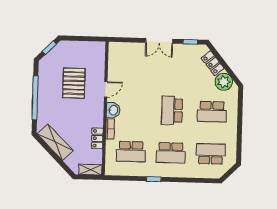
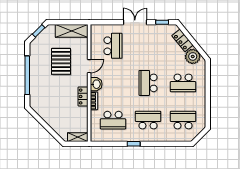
double door: (159, 41) -> (135, 22), swing flipped
school desk: (133, 67) -> (113, 46), added
locker: (97, 138) -> (83, 96), moved
shelving: (55, 142) -> (72, 31), moved, turned -45
school desk: (171, 153) -> (148, 120), turned 180

